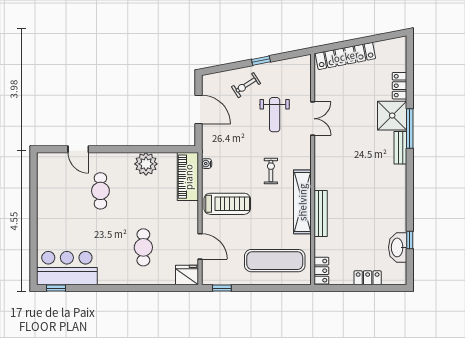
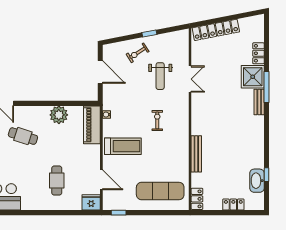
cafe table: (100, 191) -> (23, 136), turned -72
shelving: (302, 202) -> (182, 145), removed

